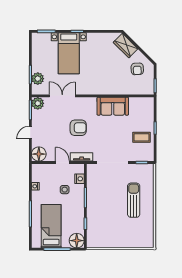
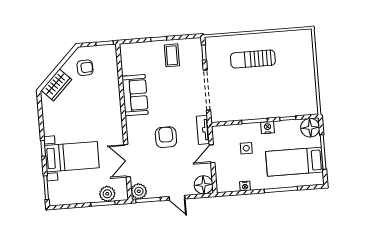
nightstand: (79, 179) -> (268, 128), moved

